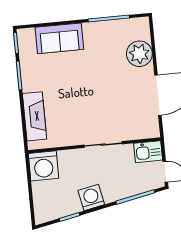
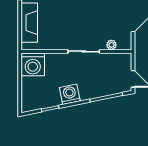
plant: (136, 134) -> (111, 45), added
kitchen sink: (148, 152) -> (120, 61), removed

